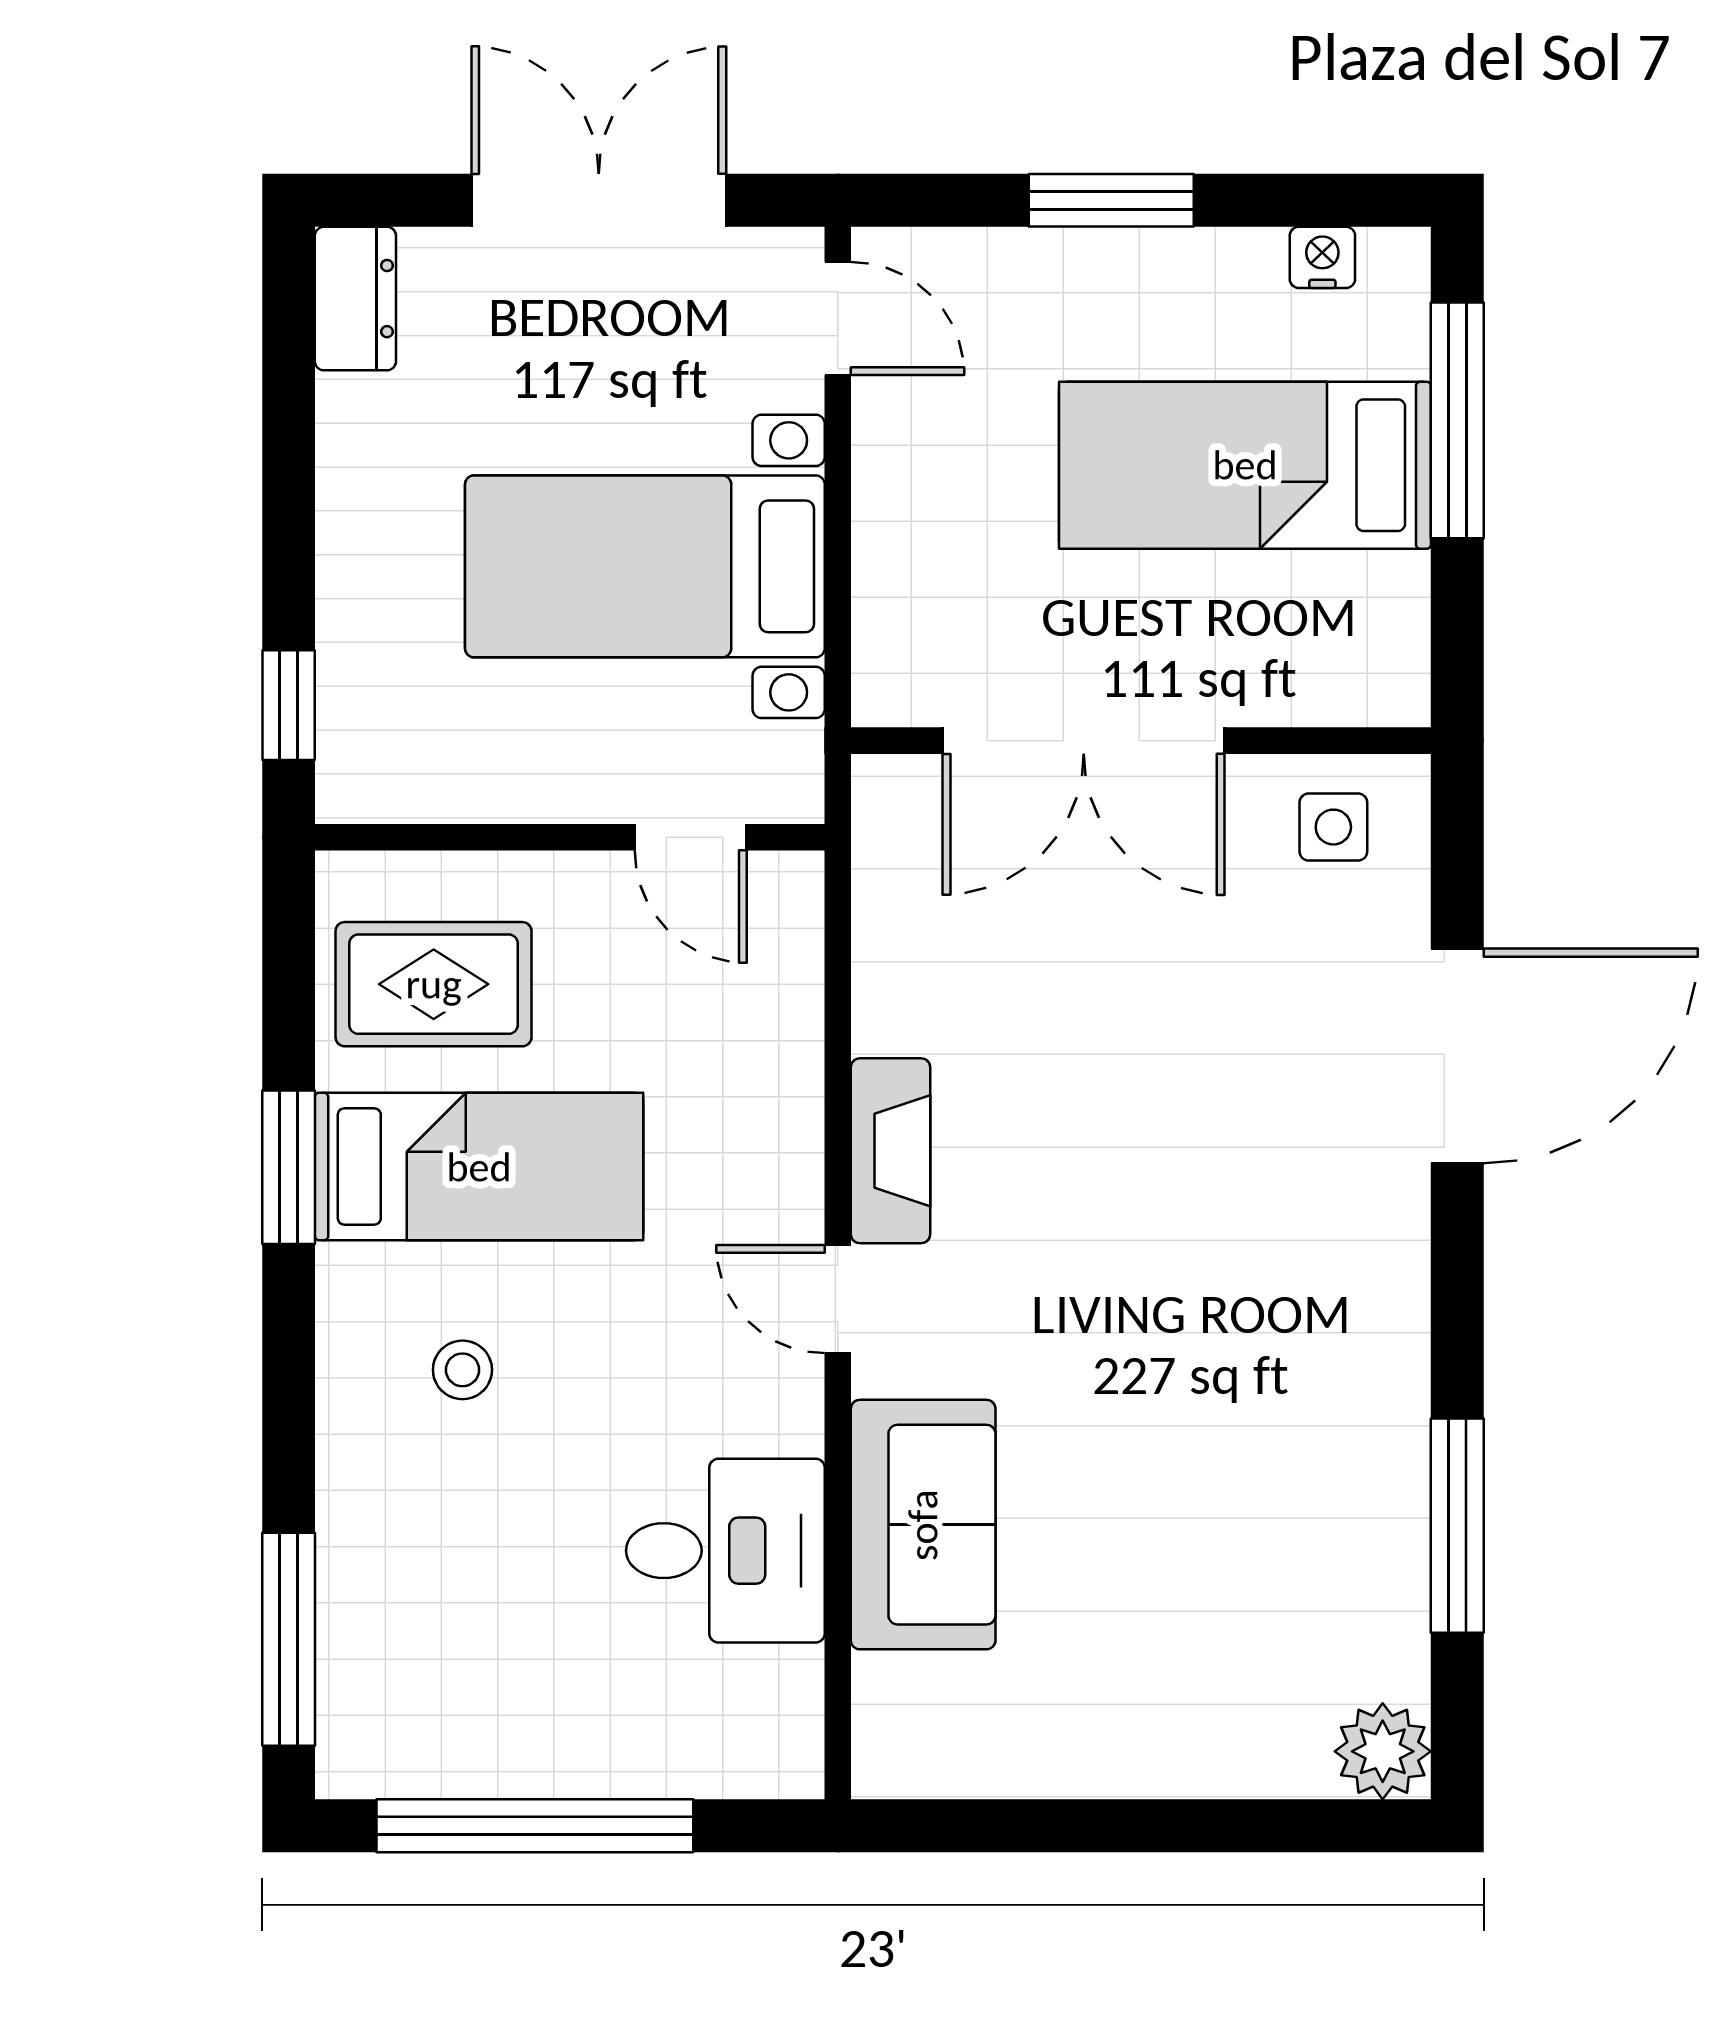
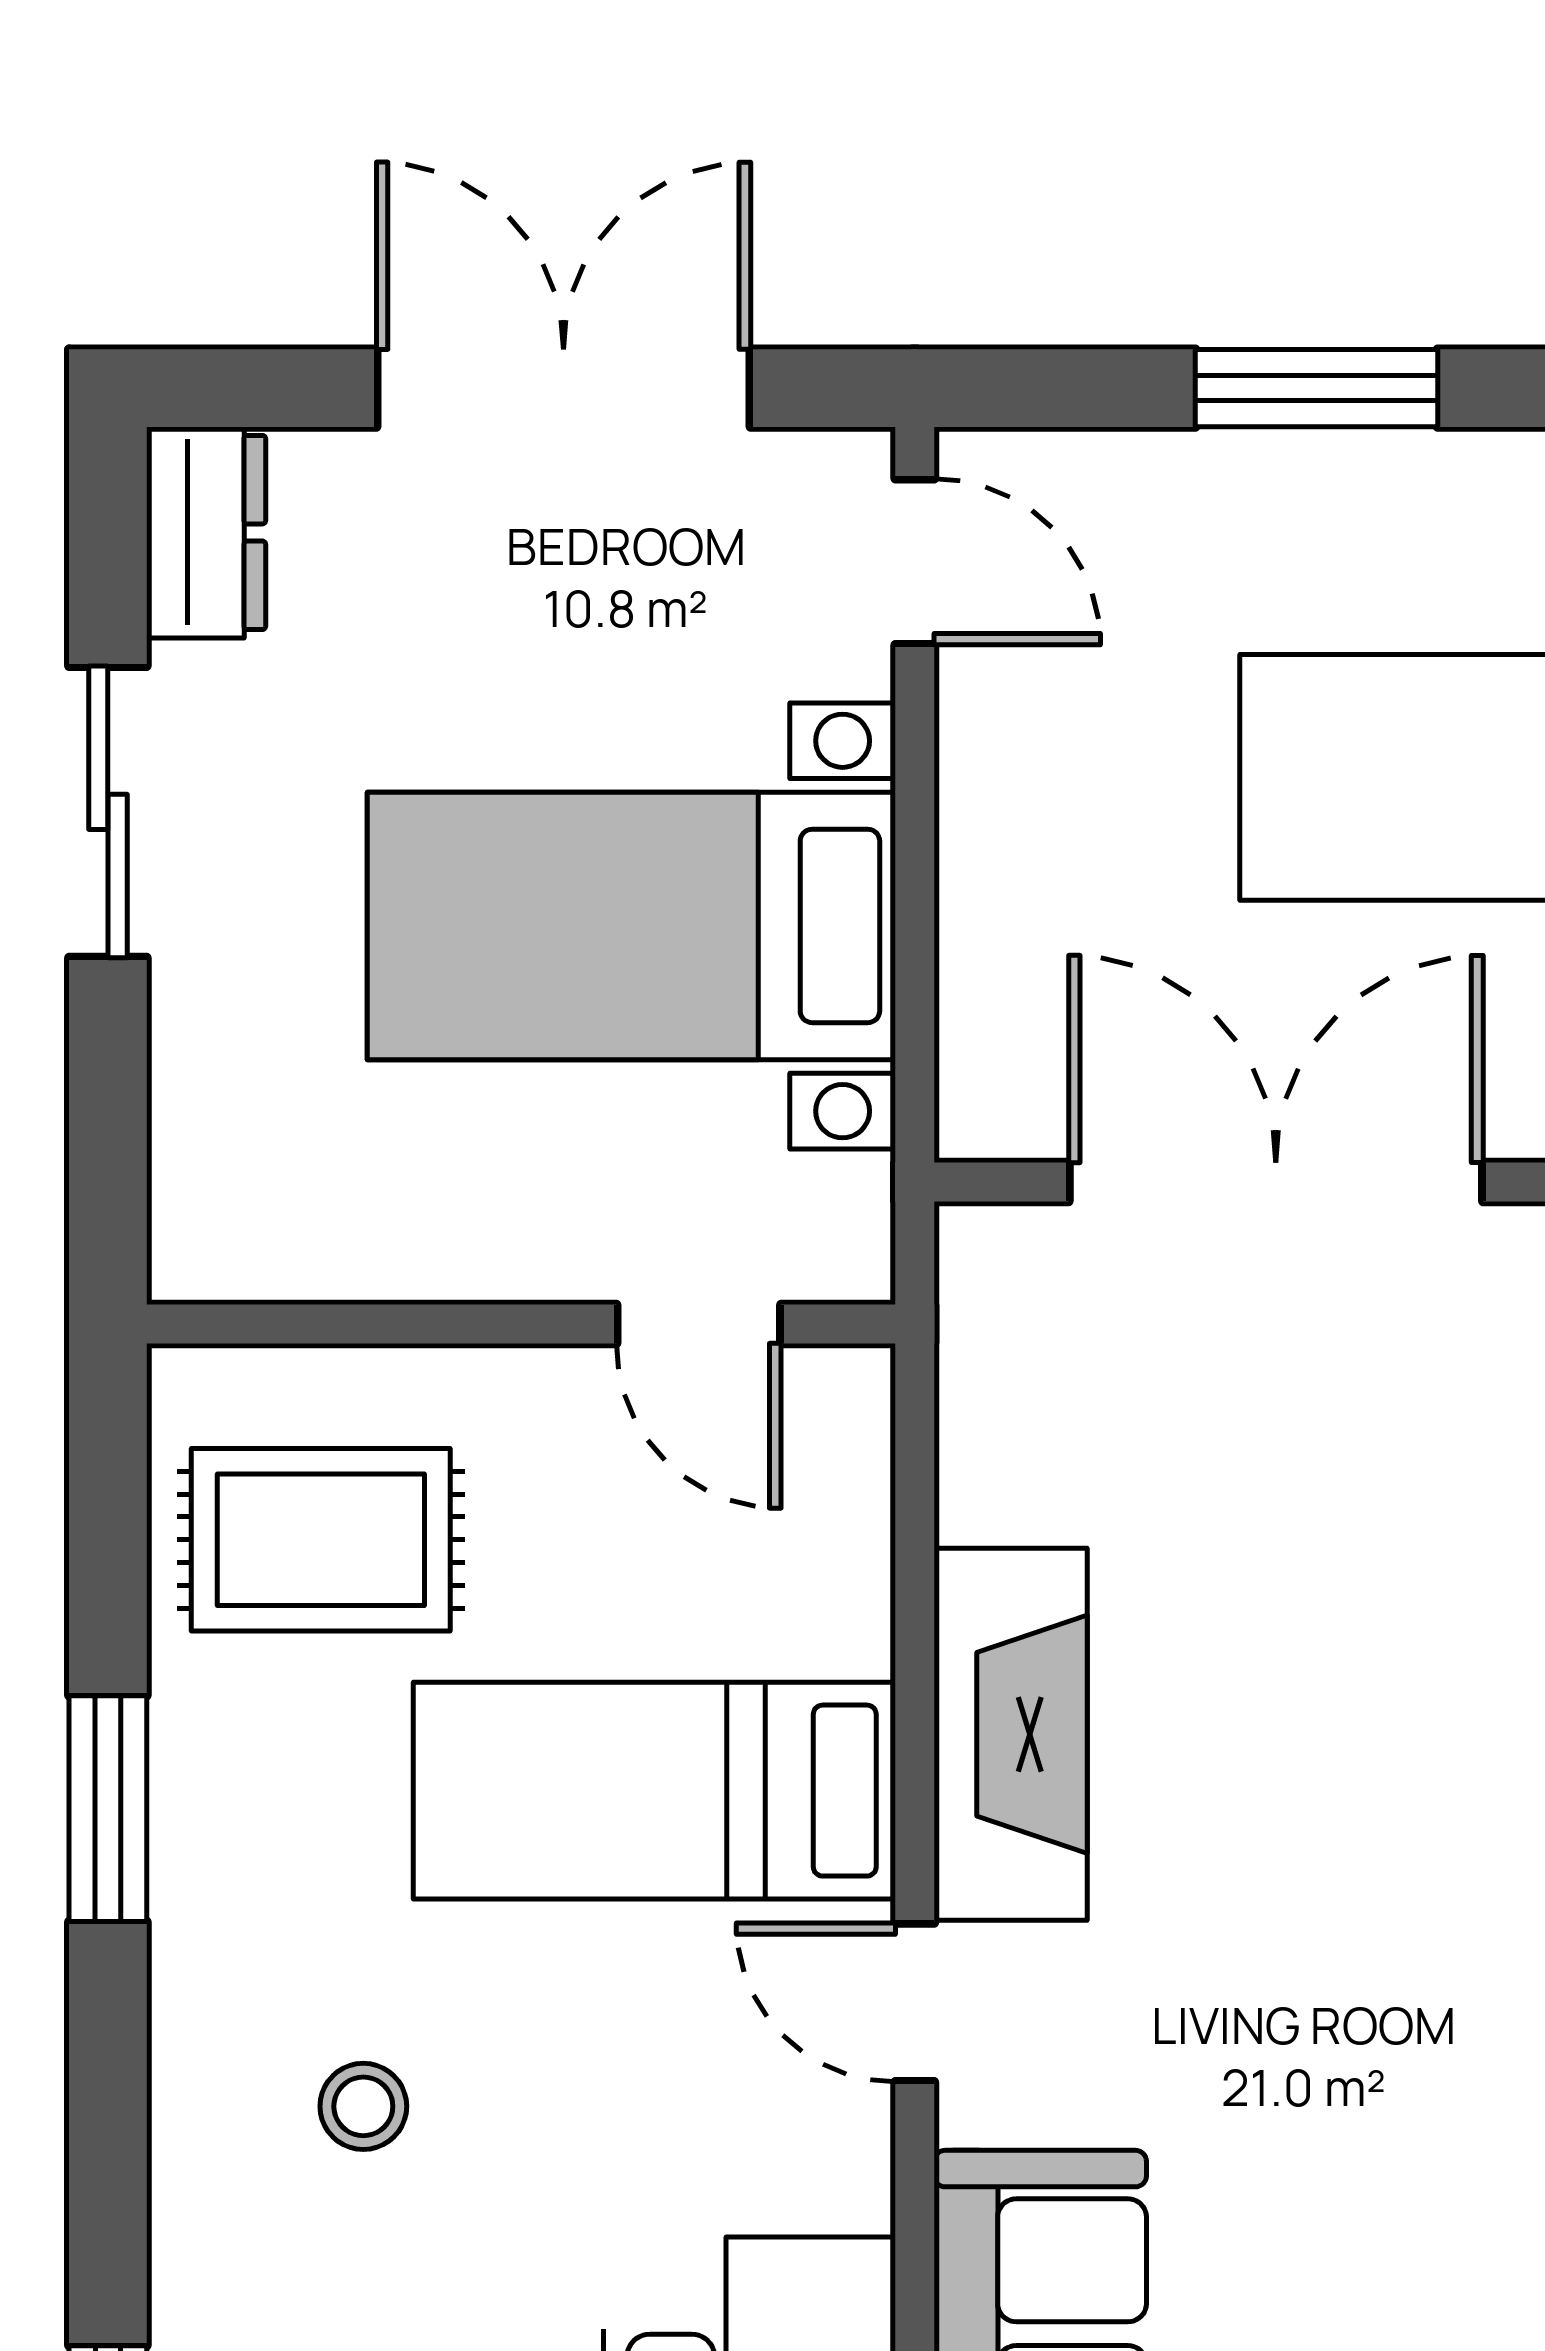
sliding door: (289, 489) -> (108, 812), added
window: (289, 705) -> (108, 1130), removed
double door: (1084, 741) -> (1276, 1182), swing flipped
fireplace: (891, 1151) -> (1011, 1734), width x1.37, depth x1.32
bed: (479, 1167) -> (654, 1791), moved, turned 180

